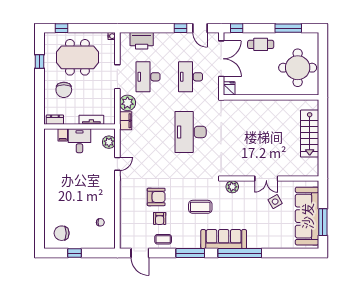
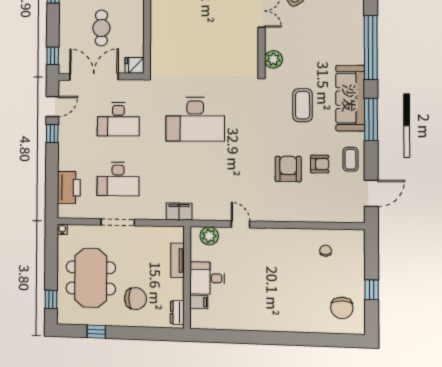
cafe table: (261, 44) -> (101, 28), moved
plant: (127, 103) -> (154, 208), removed
sofa: (224, 239) -> (350, 98), moved

